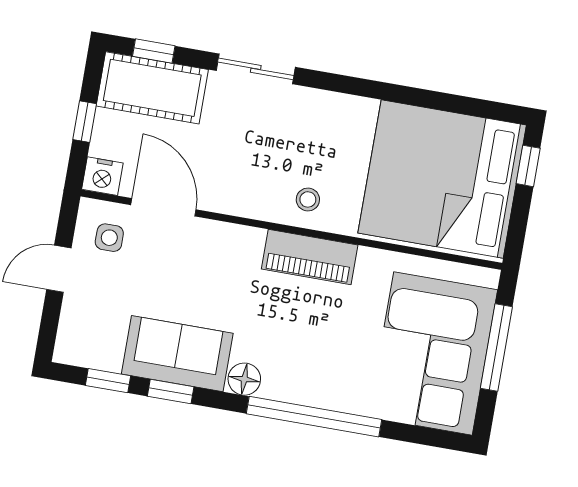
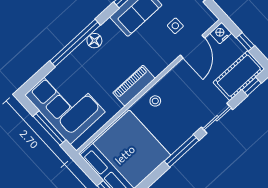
window: (360, 87) -> (182, 151), added
door: (163, 207) -> (193, 47), hinge flipped
side table: (109, 238) -> (175, 26), moved
floor lamp: (244, 379) -> (94, 41), moved

